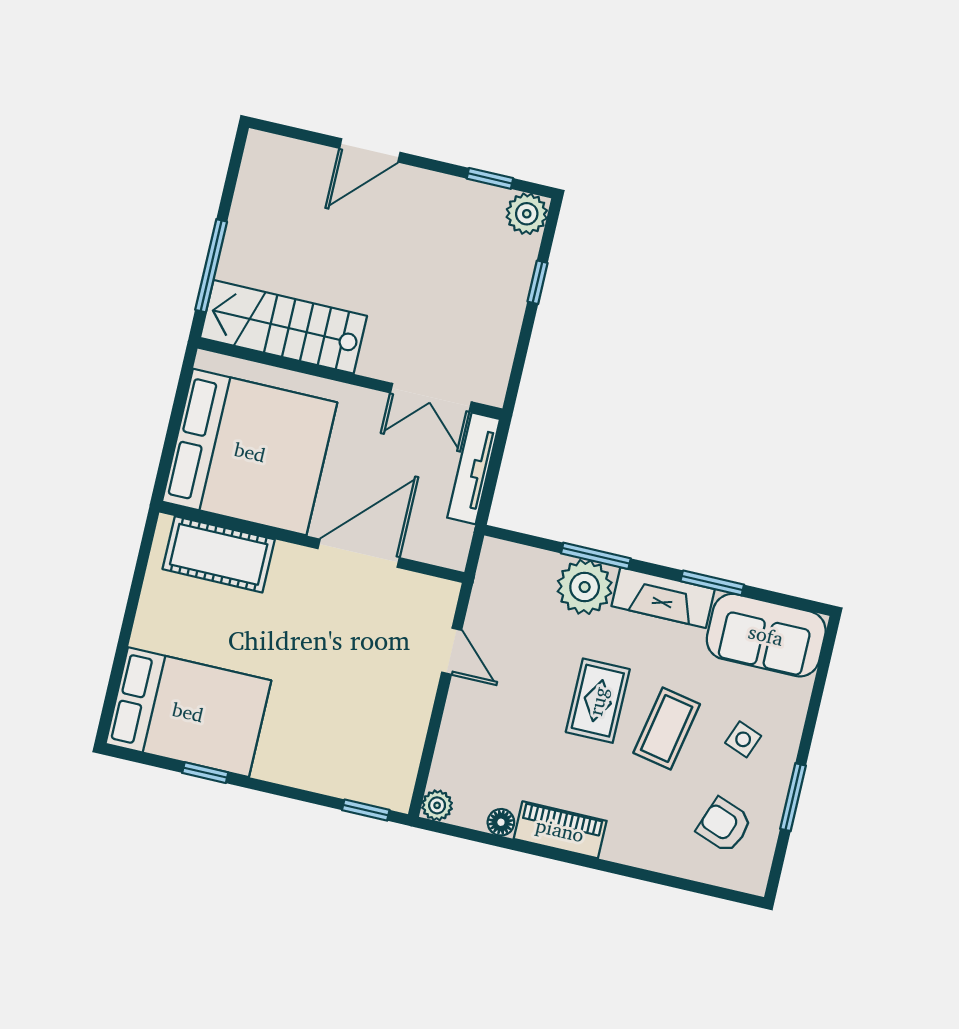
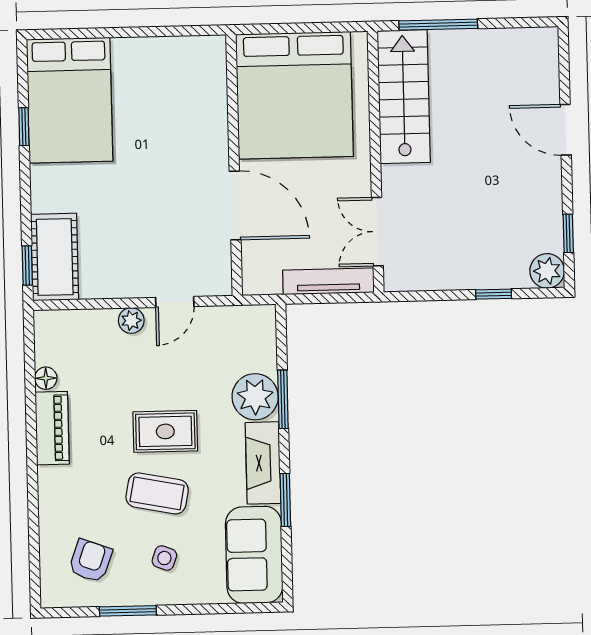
cot: (219, 554) -> (55, 257), moved
plant: (437, 805) -> (131, 320), moved

